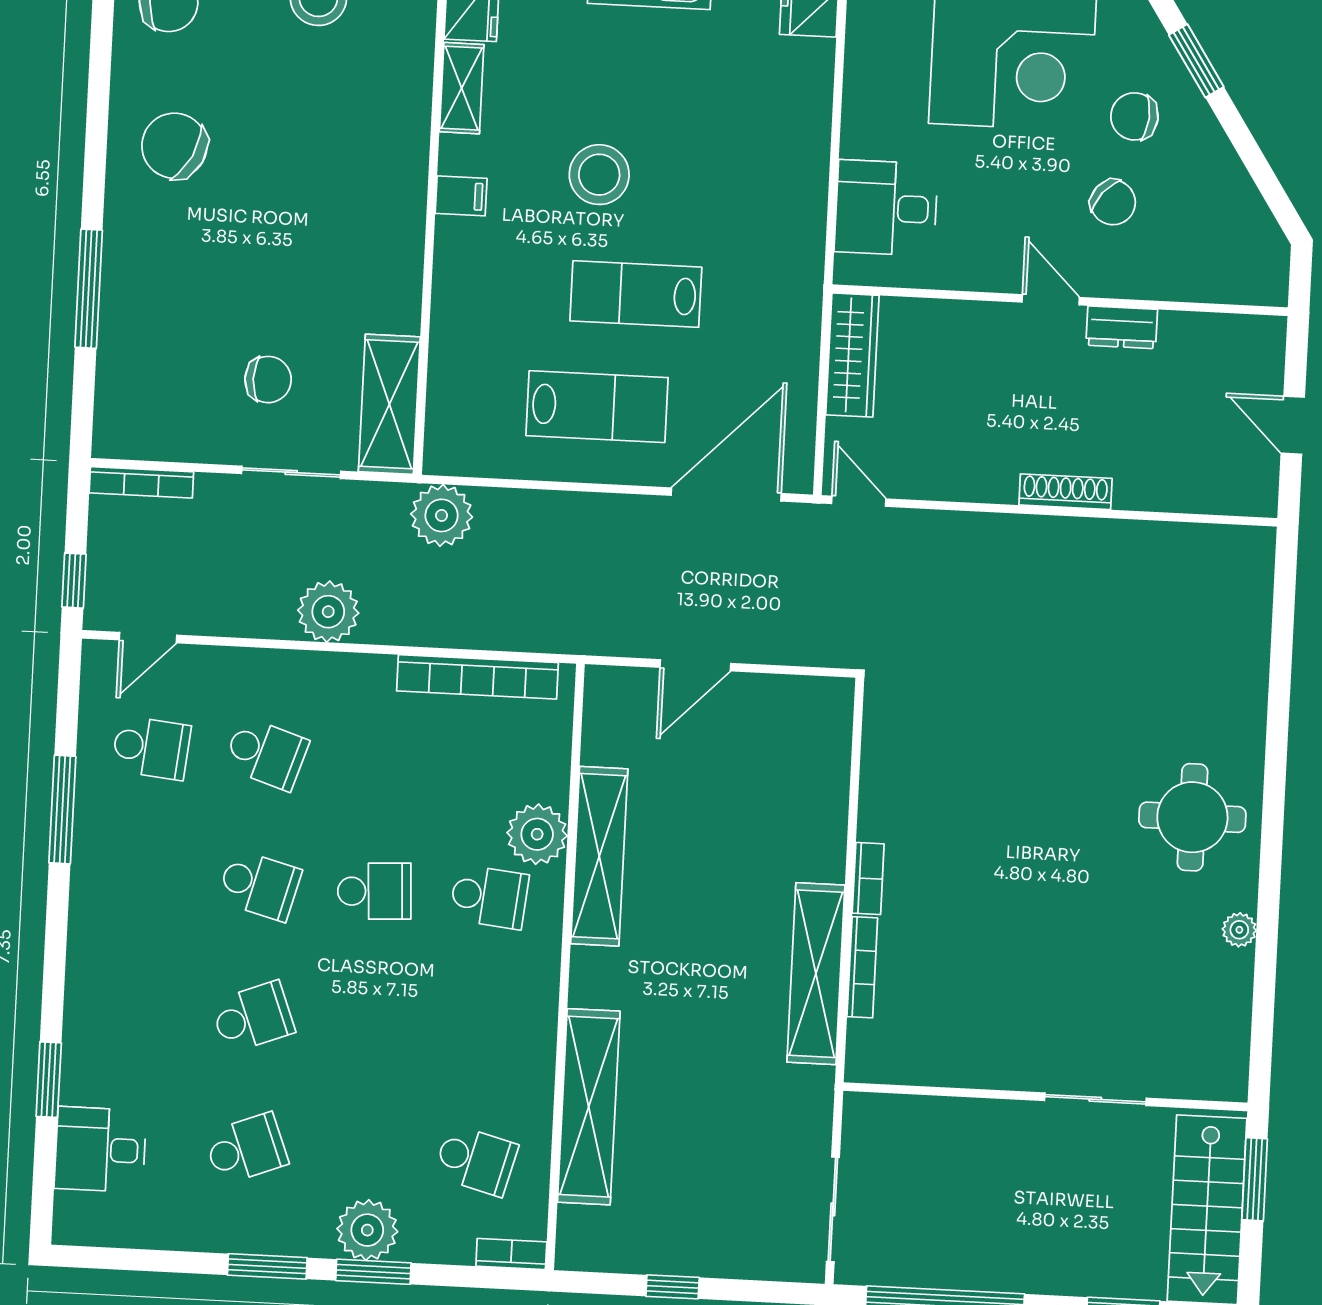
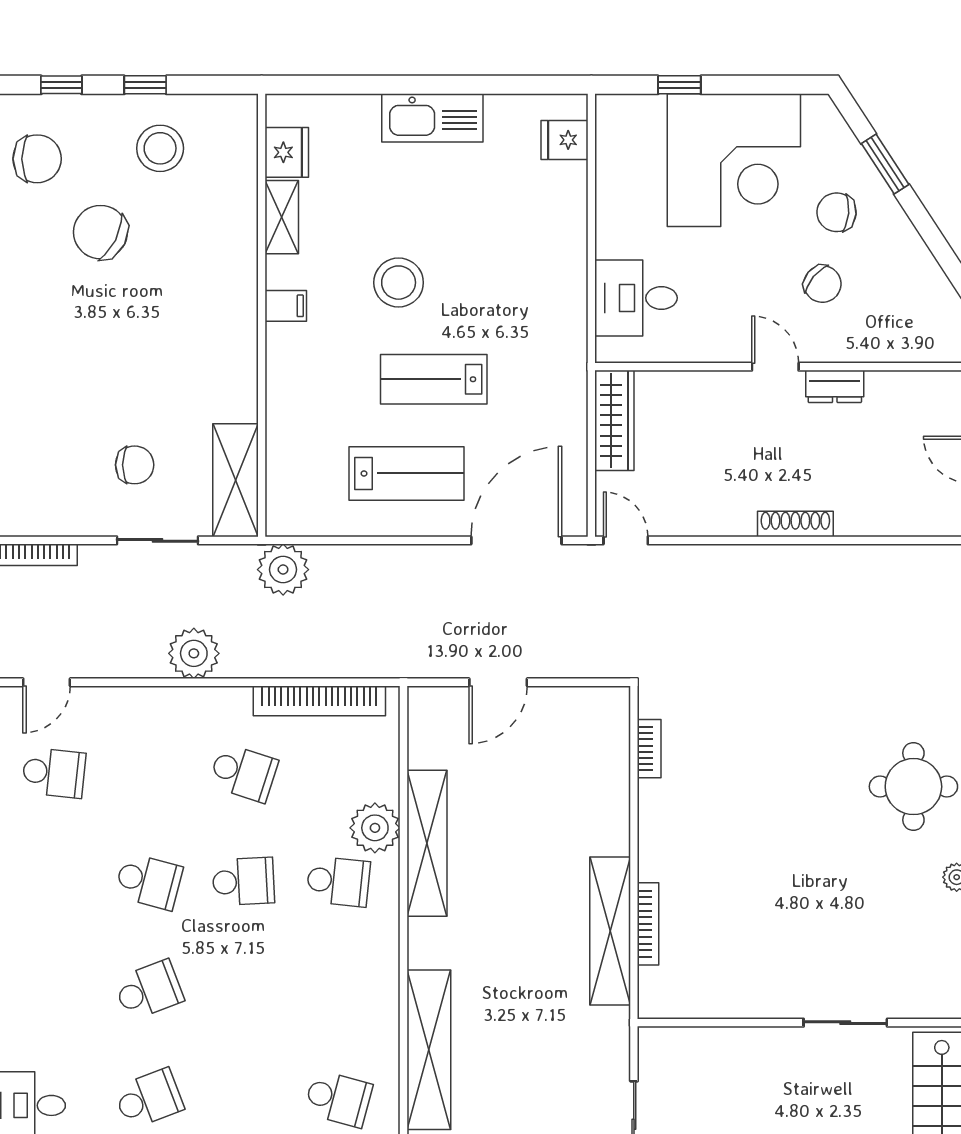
chair: (174, 146) -> (100, 232), moved
school desk: (266, 754) -> (243, 773), moved
bookcase: (868, 879) -> (649, 749), moved

